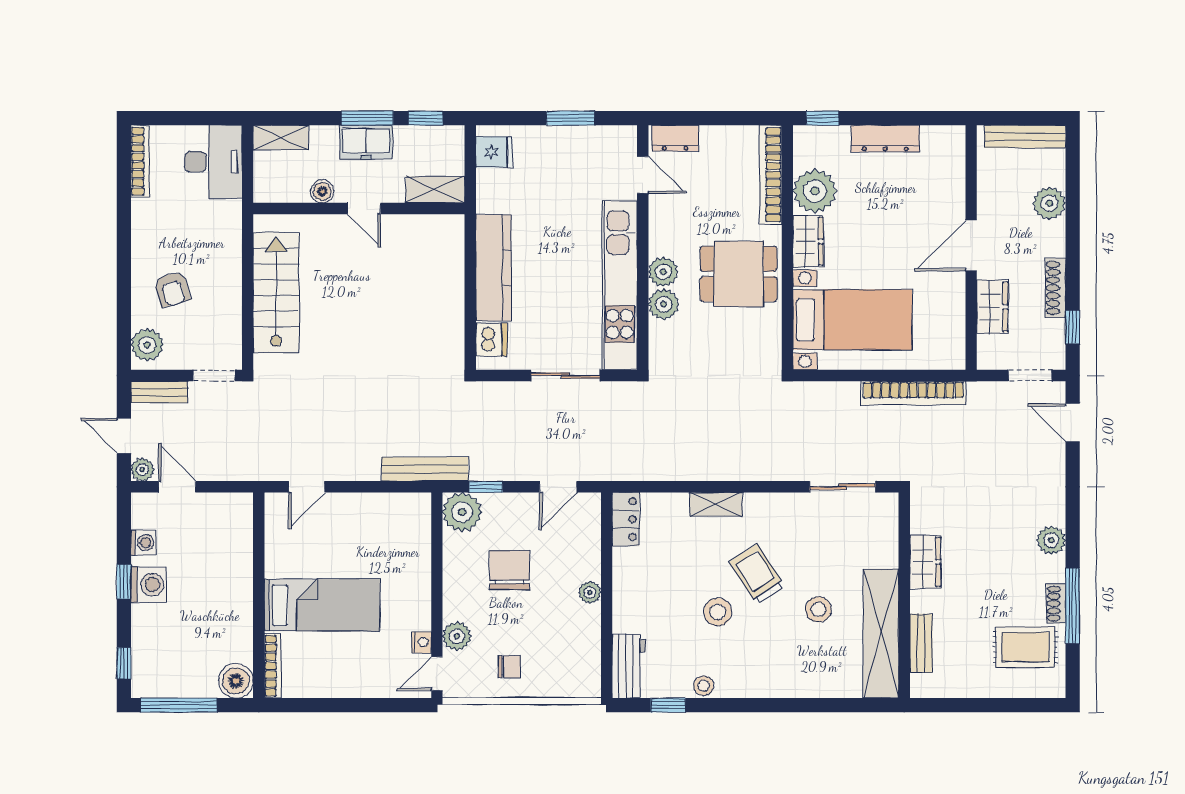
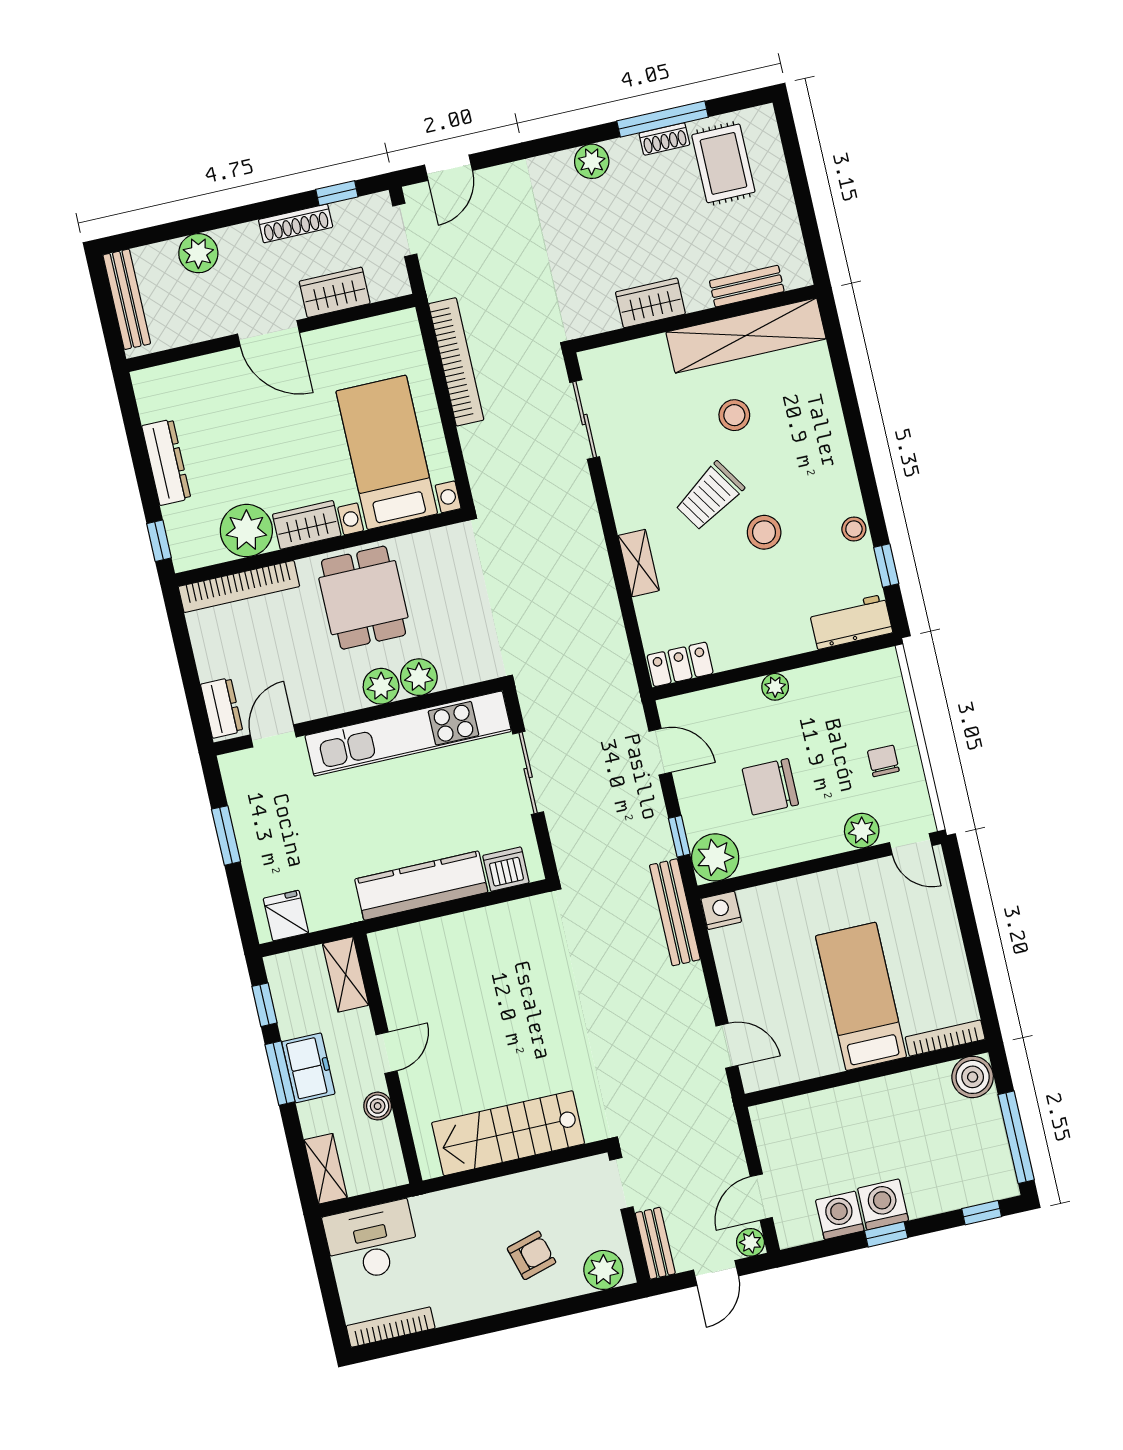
washing machine: (143, 543) -> (840, 1215), width x1.38, depth x1.38
nightstand: (421, 642) -> (721, 910), moved, width x1.39, depth x1.35

